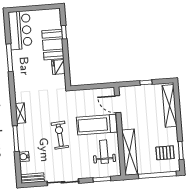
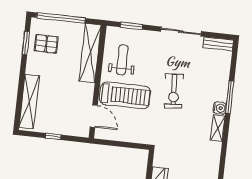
weight bench: (104, 152) -> (122, 60), turned 180
water cooler: (24, 157) -> (220, 108), moved

